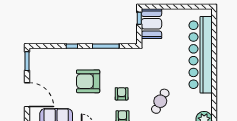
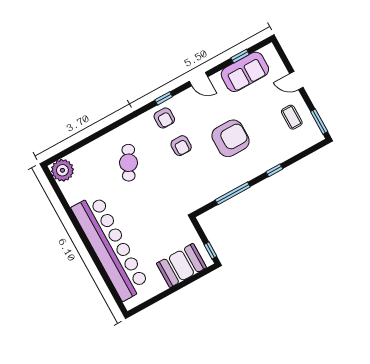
booth: (151, 24) -> (181, 265), moved, turned 90
coffee table: (43, 73) -> (292, 117), added
door: (27, 95) -> (296, 80), width x0.53

